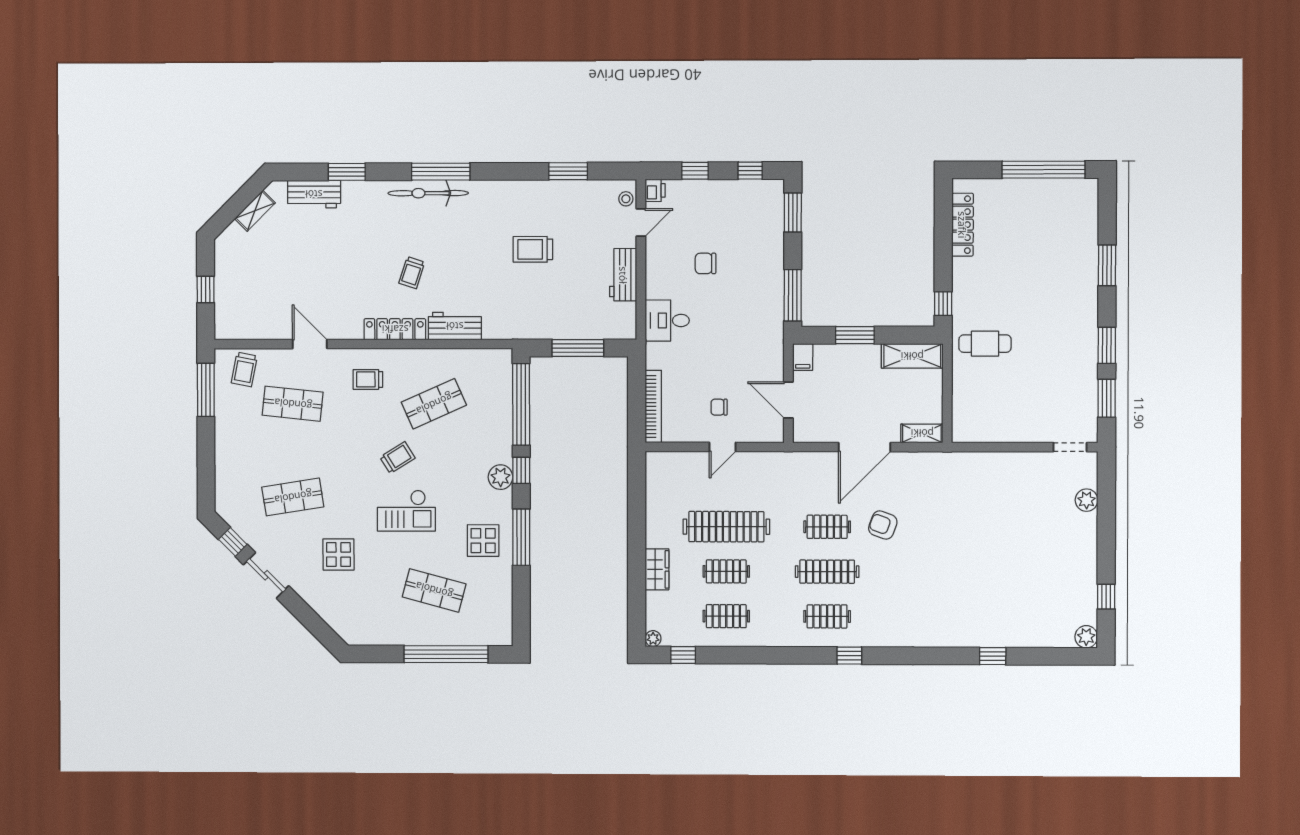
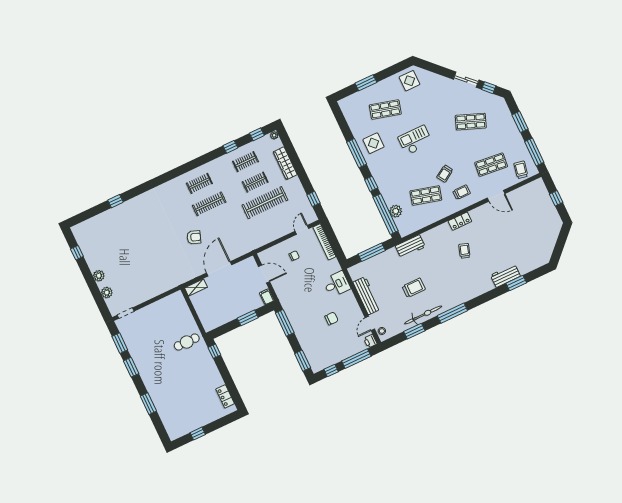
window: (1043, 170) -> (198, 434), width x0.32
window: (695, 171) -> (356, 359), width x2.17
window: (441, 172) -> (452, 313), moved
bicycle: (428, 193) -> (423, 315), moved
workbench: (314, 194) -> (505, 276), moved
shelving: (255, 211) -> (550, 245), removed
locker: (962, 225) -> (225, 396), width x0.66
workbench: (623, 275) -> (367, 296), width x1.37
workbench: (455, 326) -> (410, 246), moved
locker: (395, 329) -> (460, 221), width x0.66
shelving: (912, 356) -> (217, 321), removed
shop shelf: (434, 404) -> (426, 195), turned 39
door: (723, 447) -> (302, 230), moved
window: (206, 455) -> (520, 122), added
trolley: (398, 458) -> (445, 174), moved
plant: (500, 477) -> (396, 211), moved
window: (637, 492) -> (313, 199), added
shop shelf: (293, 497) -> (471, 122), turned 30
clothes rail: (827, 527) -> (219, 224), removed
display table: (338, 555) -> (410, 81), moved
wardrobe: (657, 569) -> (285, 163), width x1.50
plant: (1086, 637) -> (99, 276), moved
window: (446, 654) -> (366, 83), width x0.47
window: (849, 656) -> (230, 147), moved

